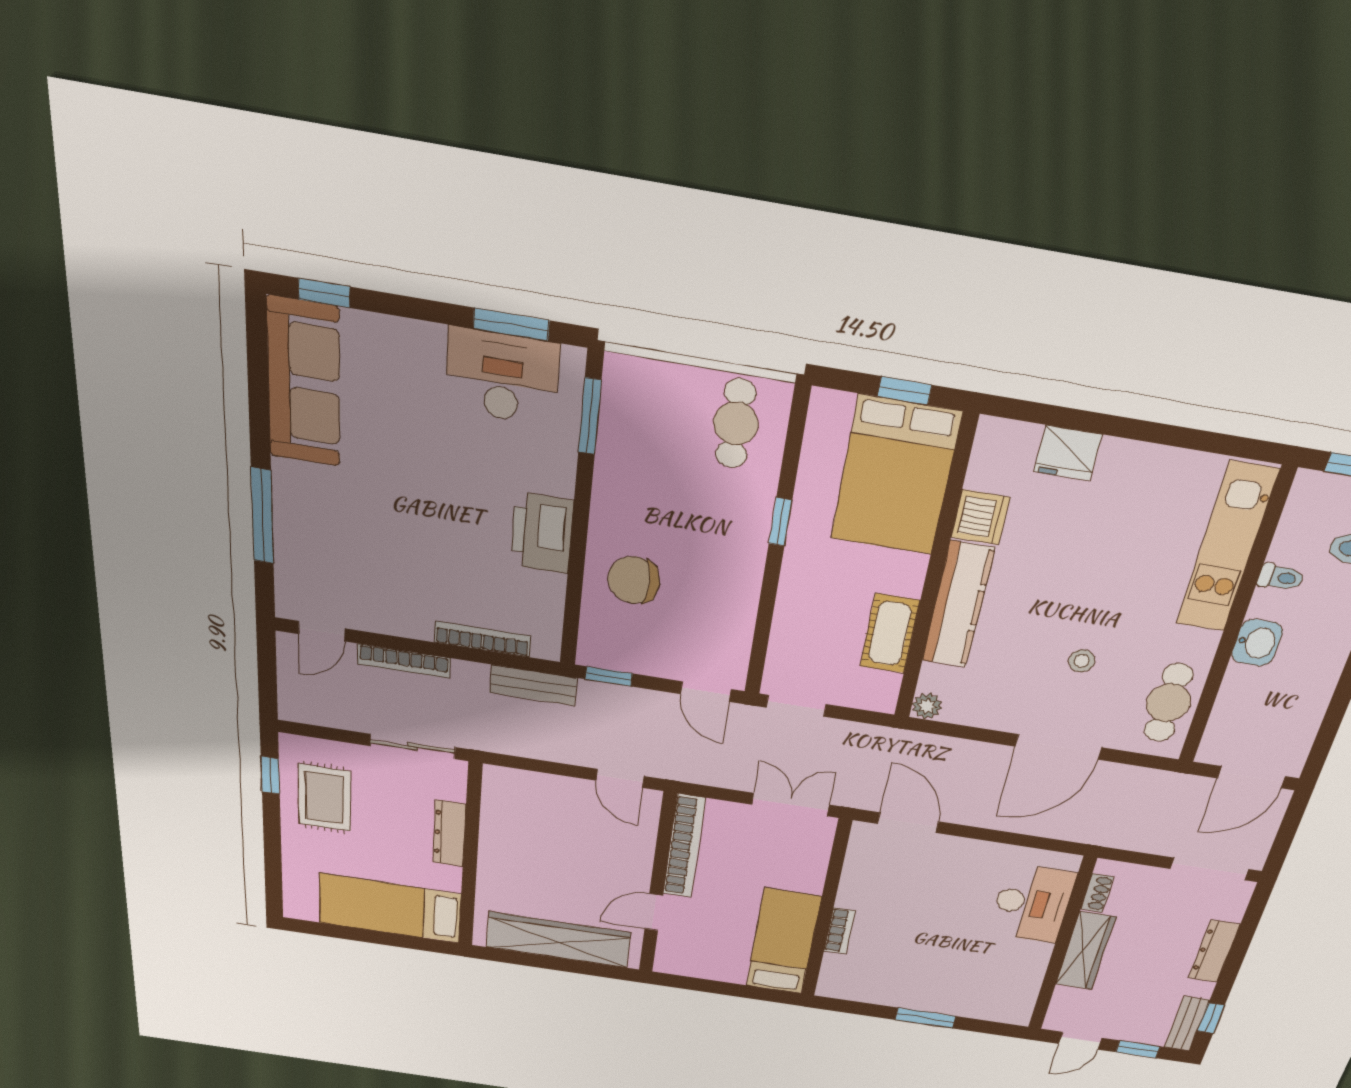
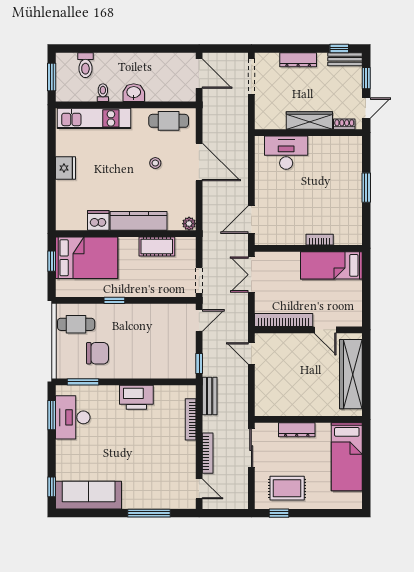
fridge: (1068, 453) -> (66, 168), moved
chair: (634, 580) -> (97, 353), moved, turned -90
door: (620, 778) -> (251, 353), swing flipped
shoe rack: (1097, 893) -> (344, 124), moved
door: (1080, 1041) -> (366, 108), hinge flipped

